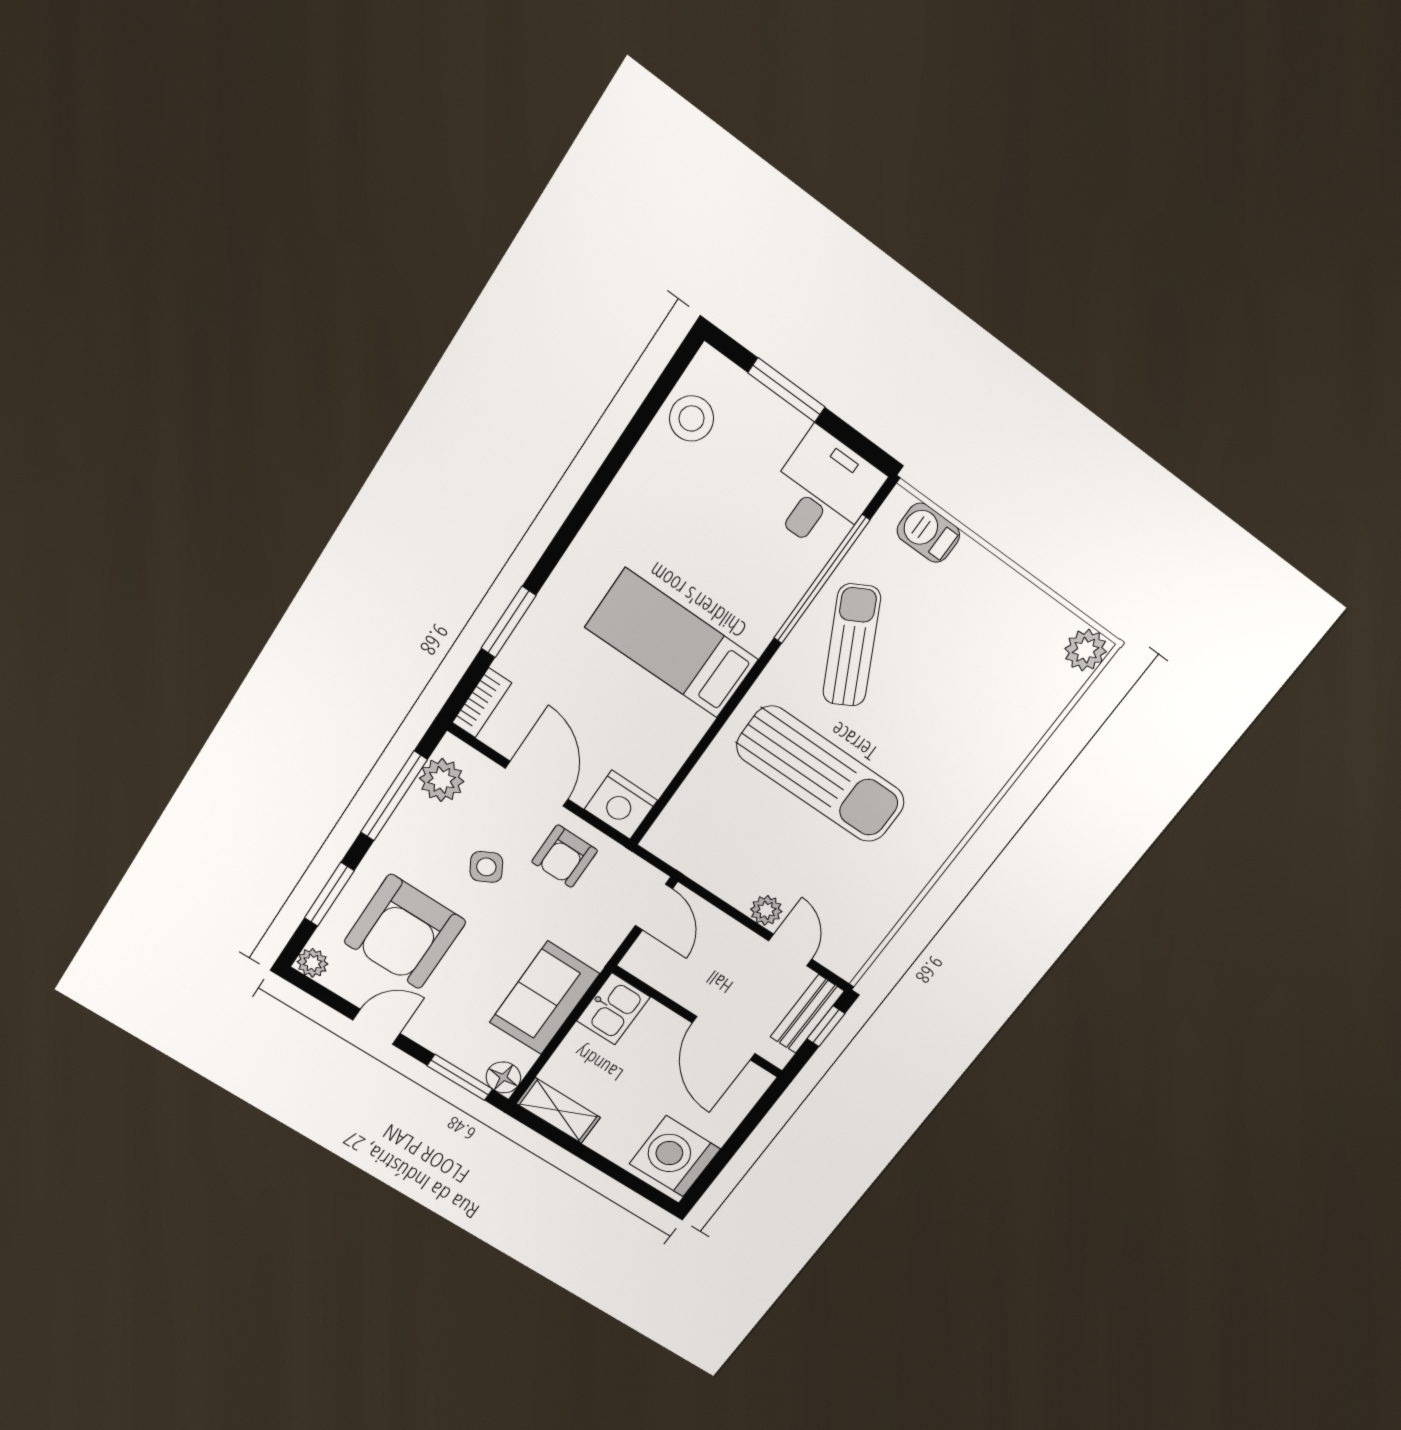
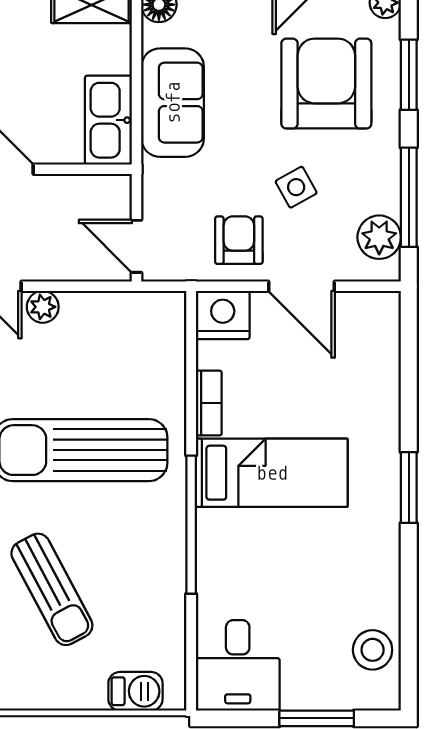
window: (821, 580) -> (191, 525), moved
window: (509, 622) -> (409, 487), moved
sun lounger: (852, 645) -> (52, 589), moved
bookcase: (482, 703) -> (209, 403), moved, turned 180
kitchen sink: (613, 1009) -> (108, 120), width x1.38

